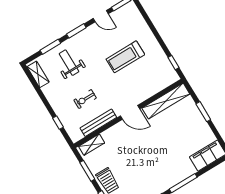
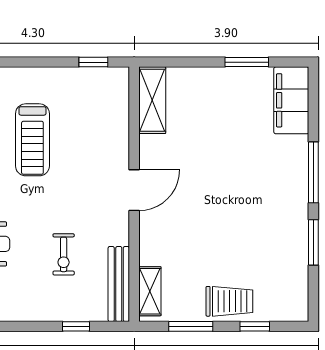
shelving: (166, 101) -> (152, 100), width x0.68
window: (203, 112) -> (247, 62), moved
bench: (98, 123) -> (119, 284), moved

